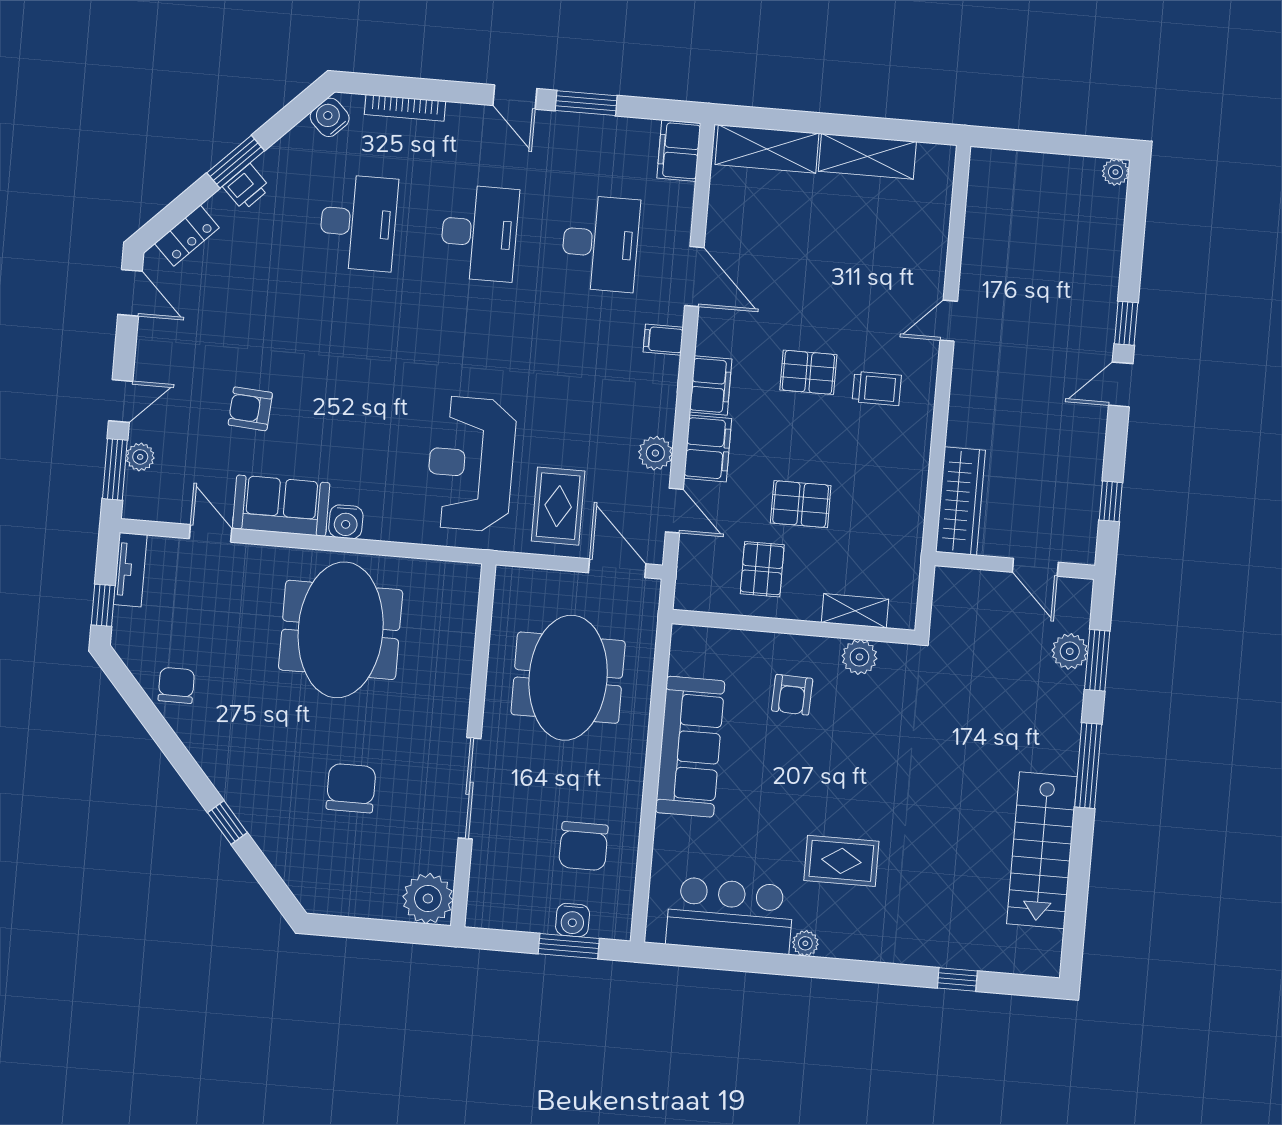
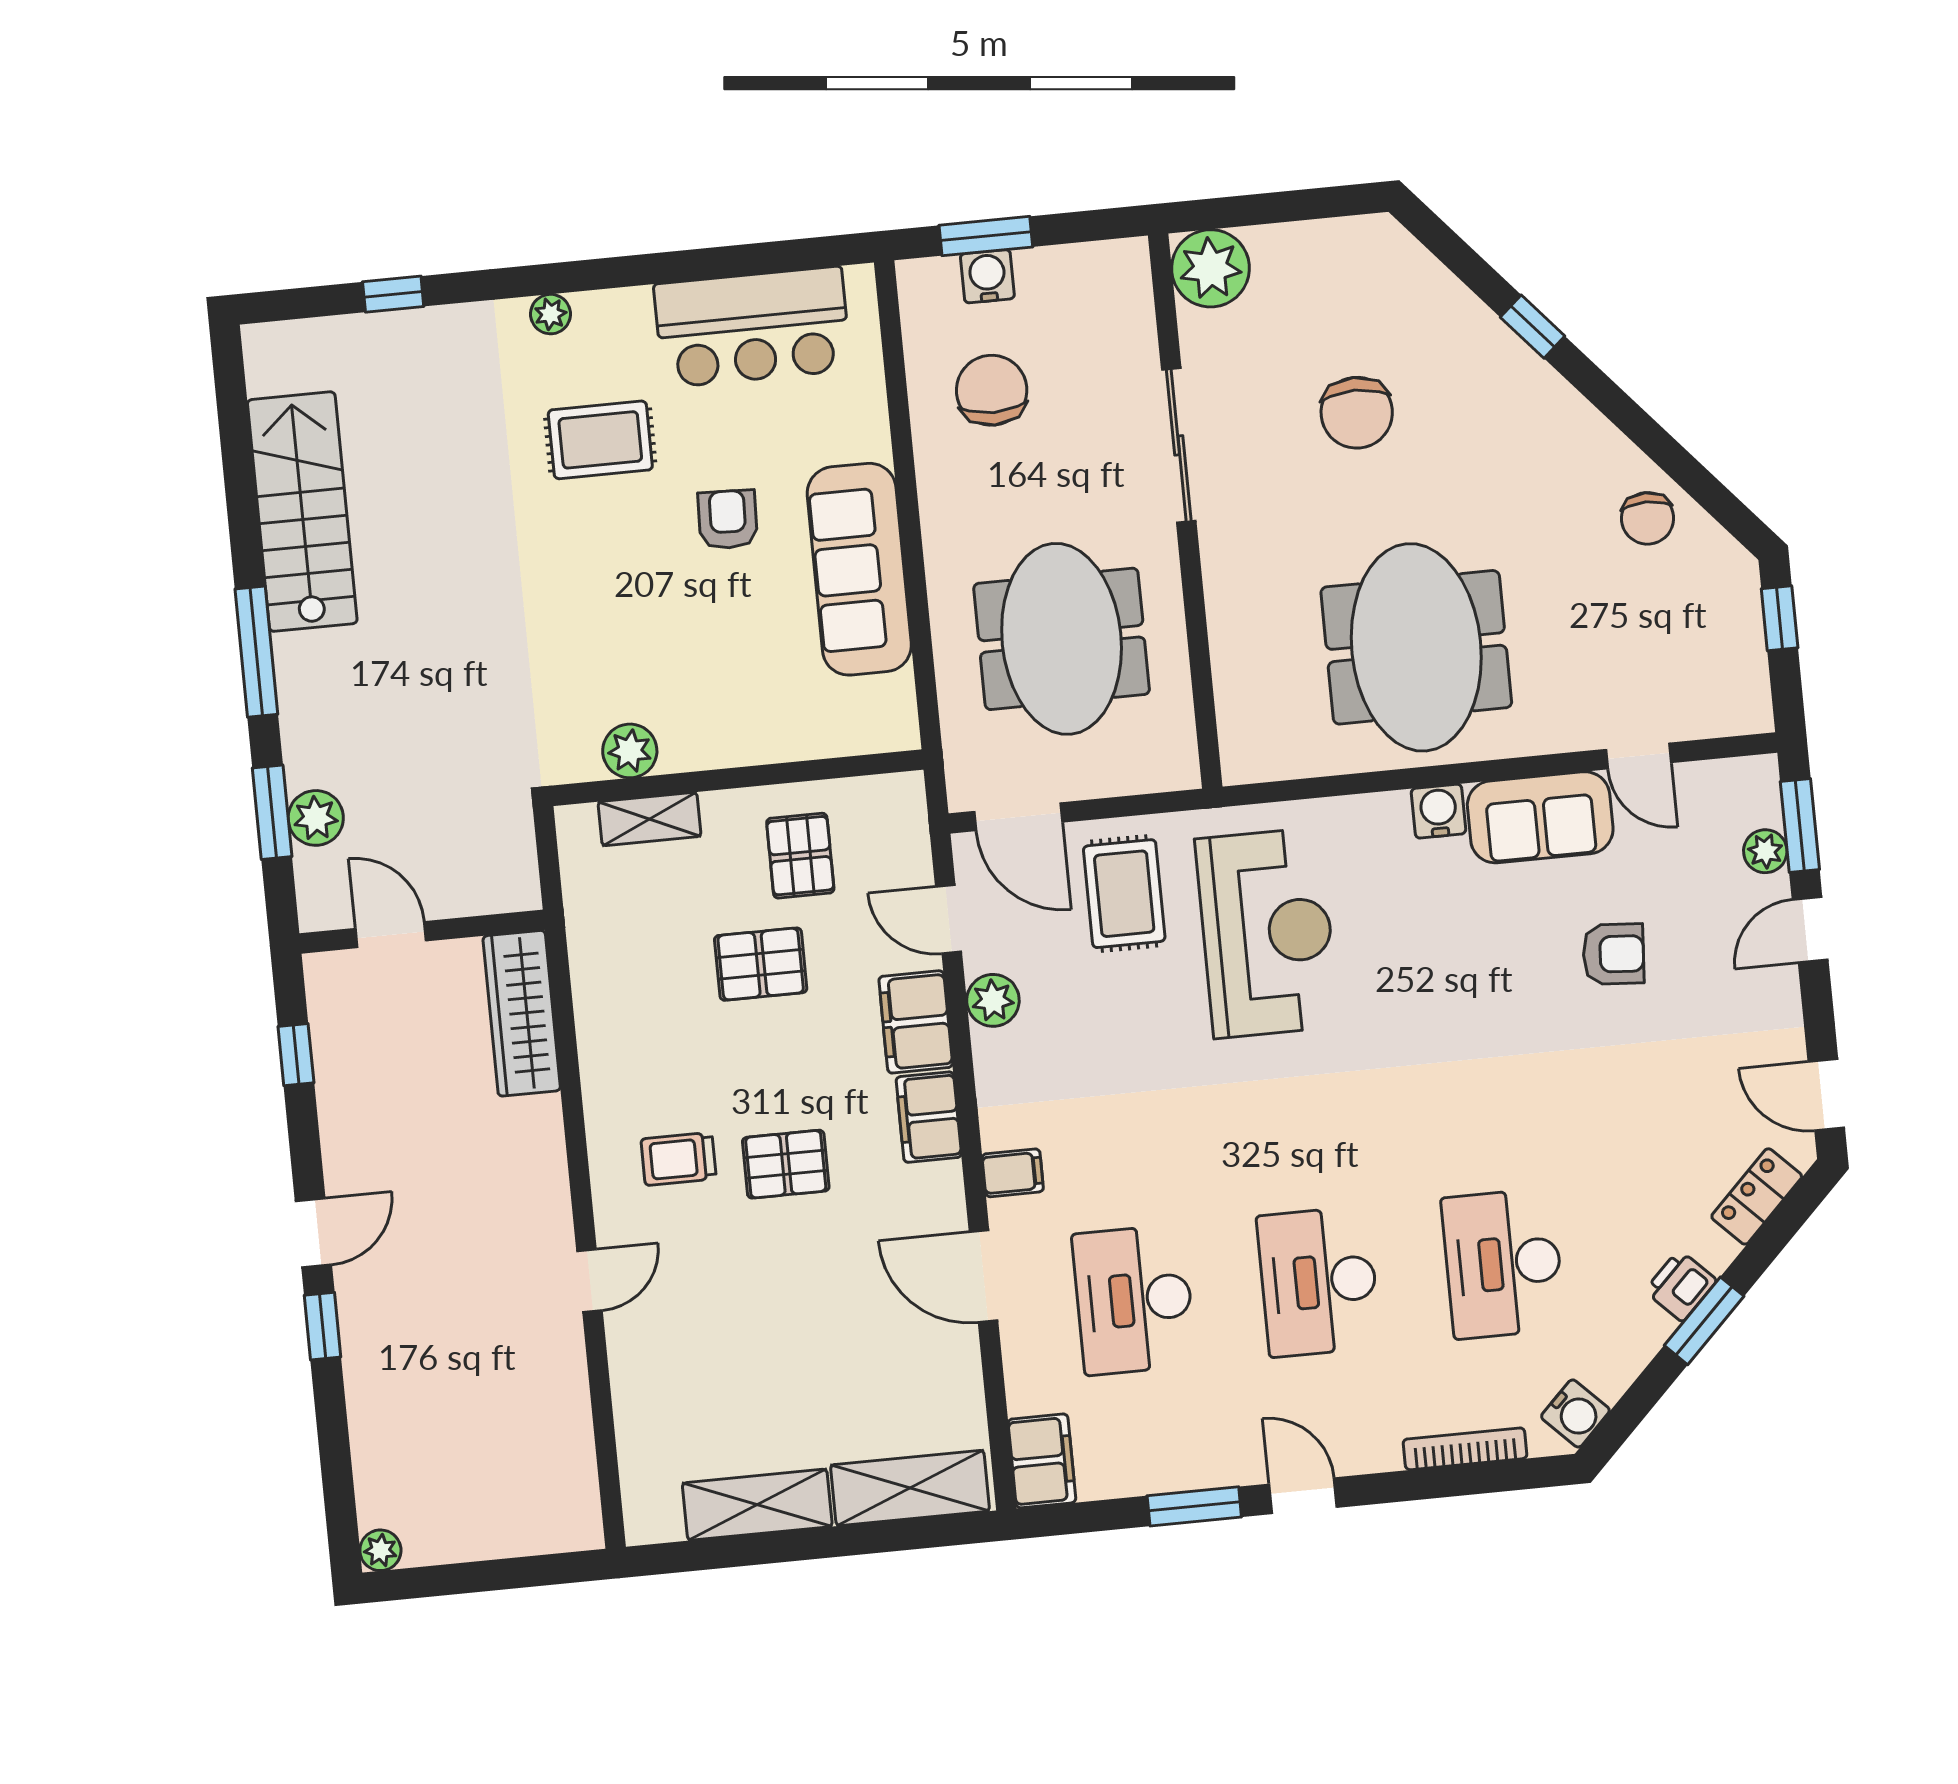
tv unit: (130, 570) -> (1749, 679), removed
armchair: (792, 695) -> (728, 520), moved
plant: (805, 943) -> (551, 314), moved

